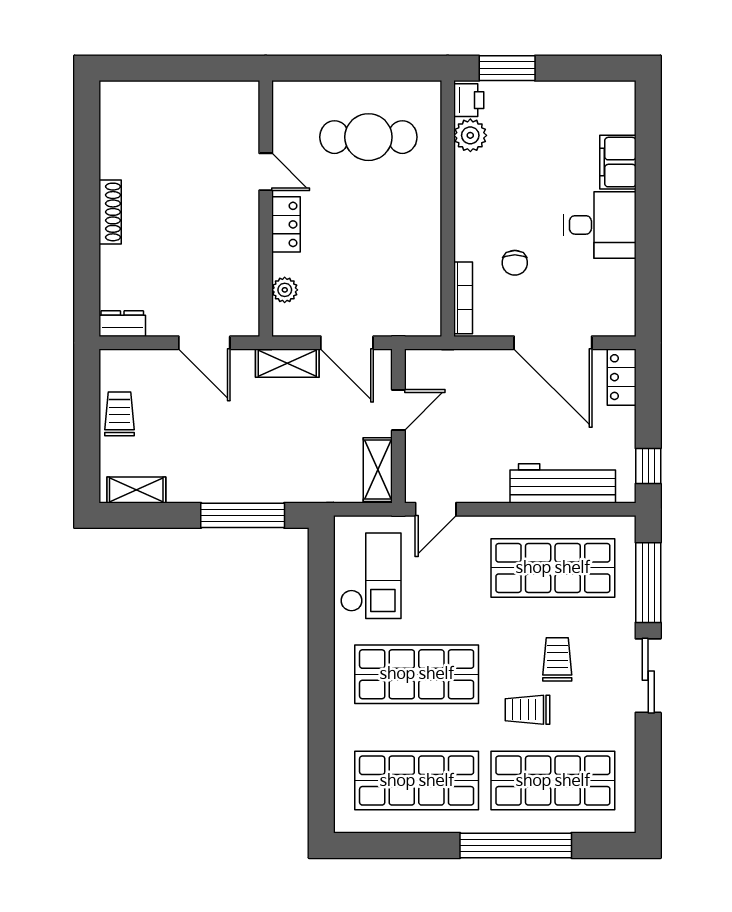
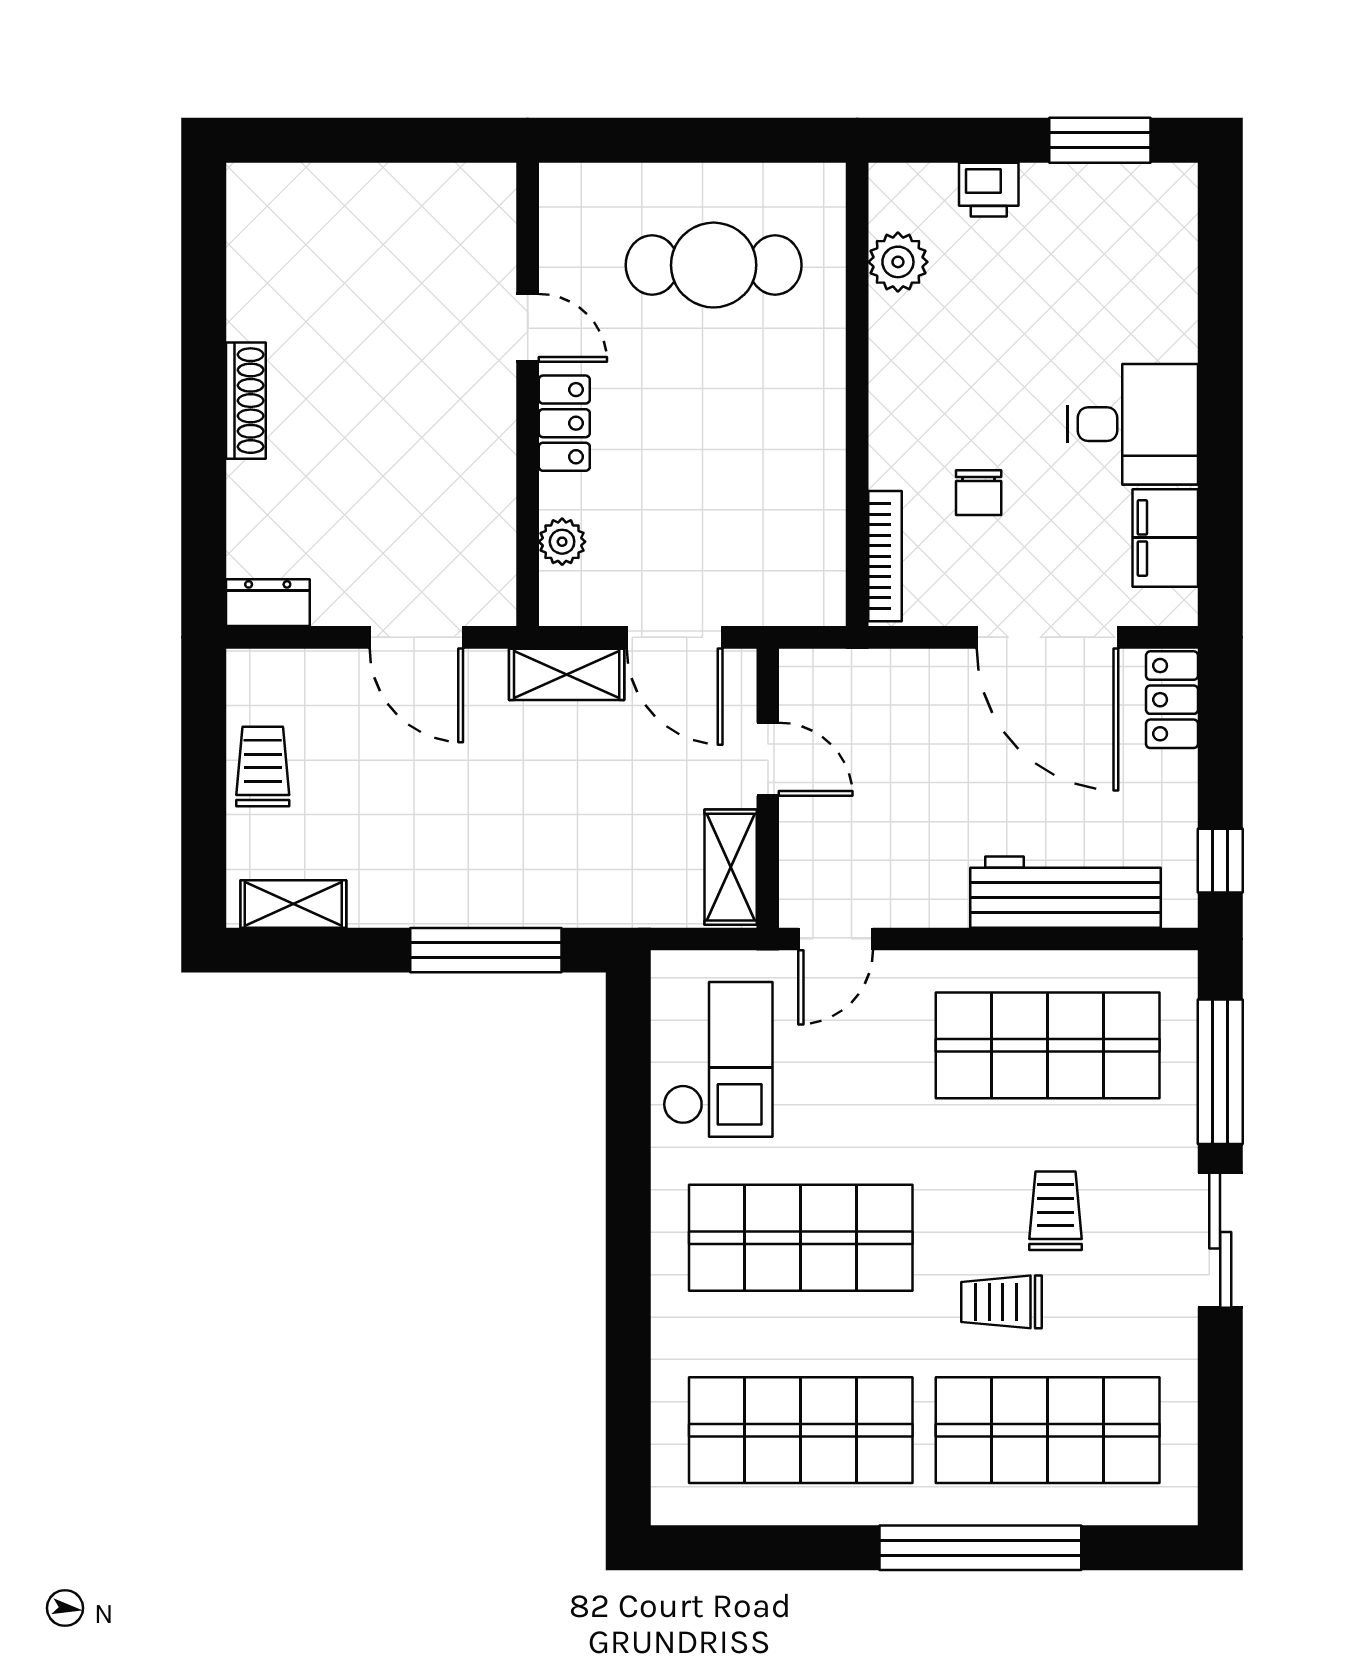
window: (507, 68) -> (1100, 140), moved
printer: (469, 100) -> (989, 190), moved, turned 90
filing cabinet: (618, 162) -> (1165, 538), moved
door: (398, 410) -> (768, 759), hinge flipped

